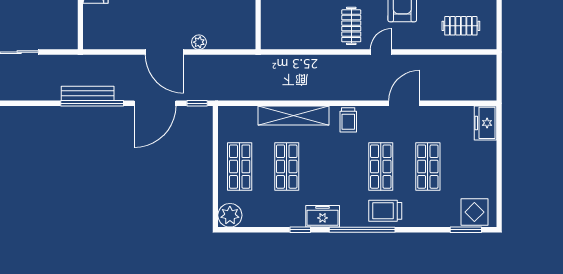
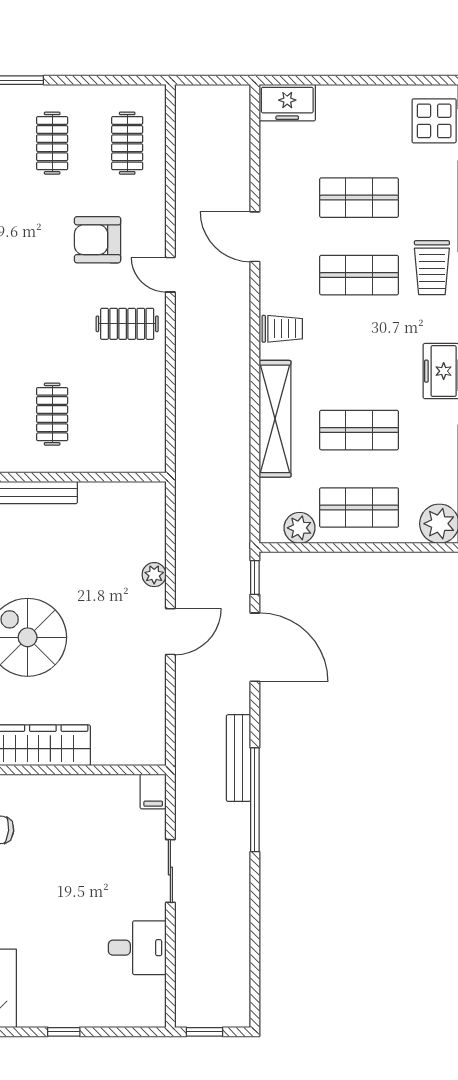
filing cabinet: (67, 42) -> (153, 792), added
door: (164, 52) -> (170, 632), width x0.73
window: (92, 103) -> (255, 800), moved
plant: (227, 130) -> (300, 528), added

